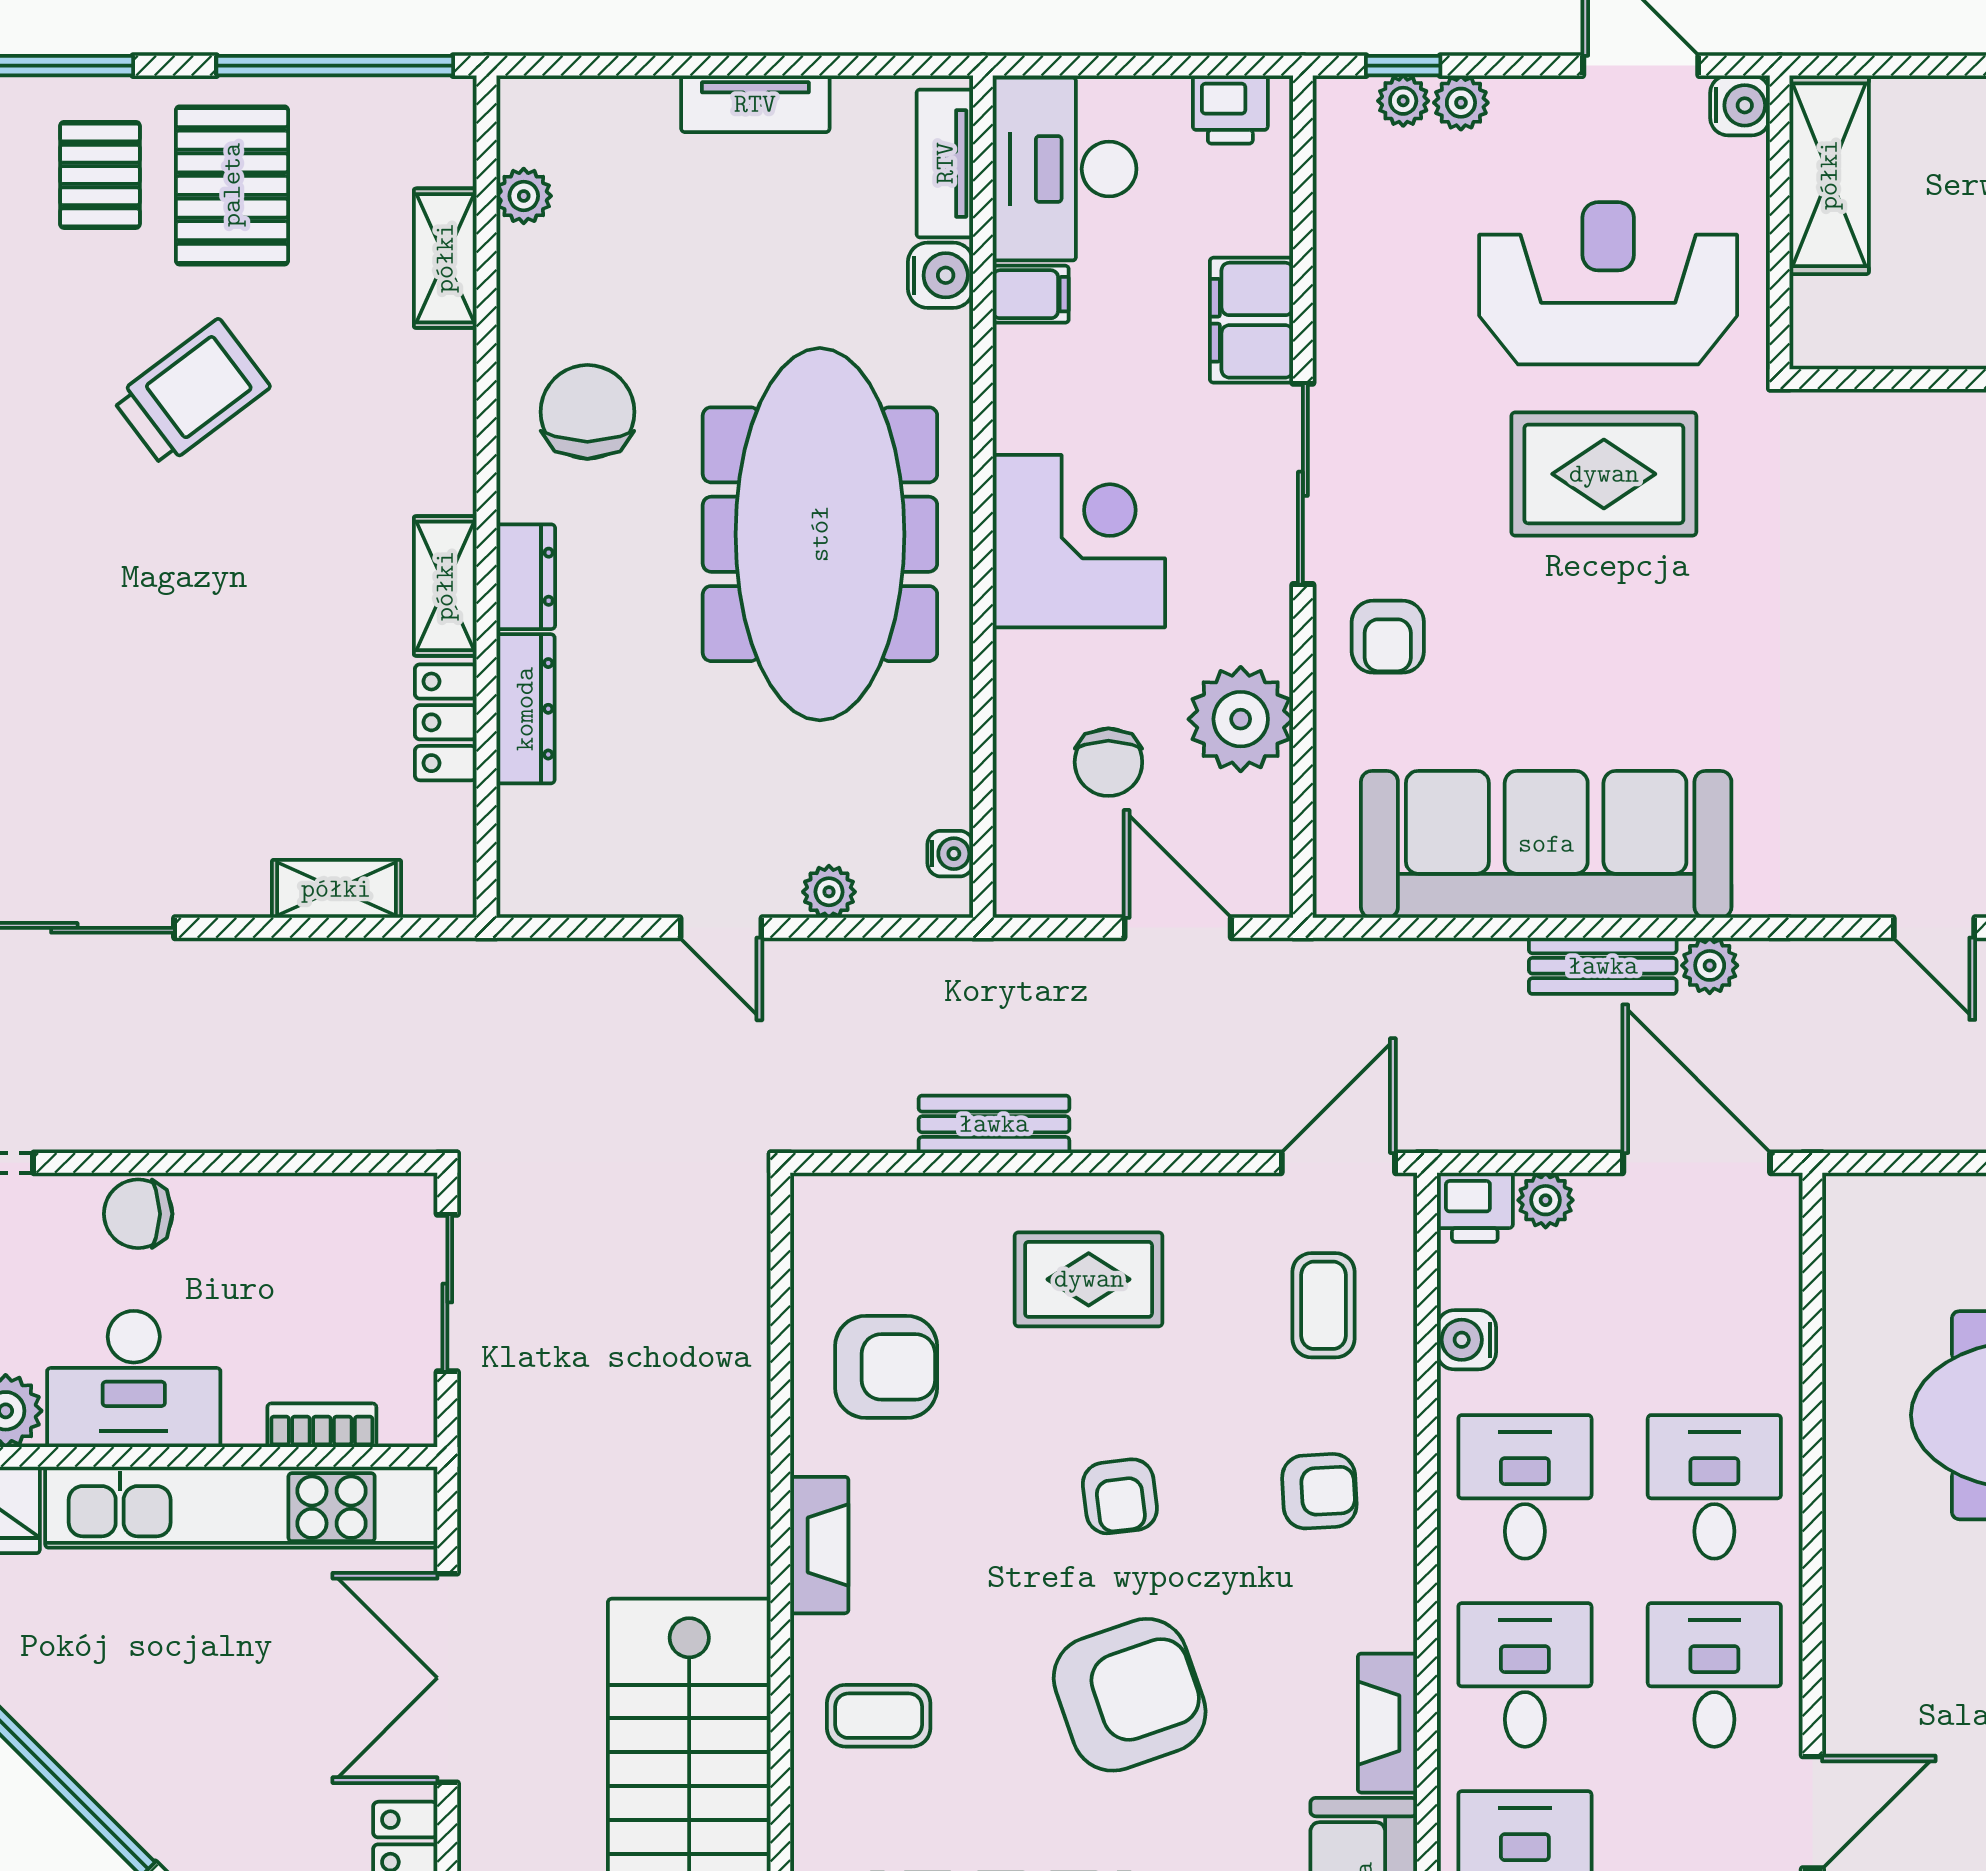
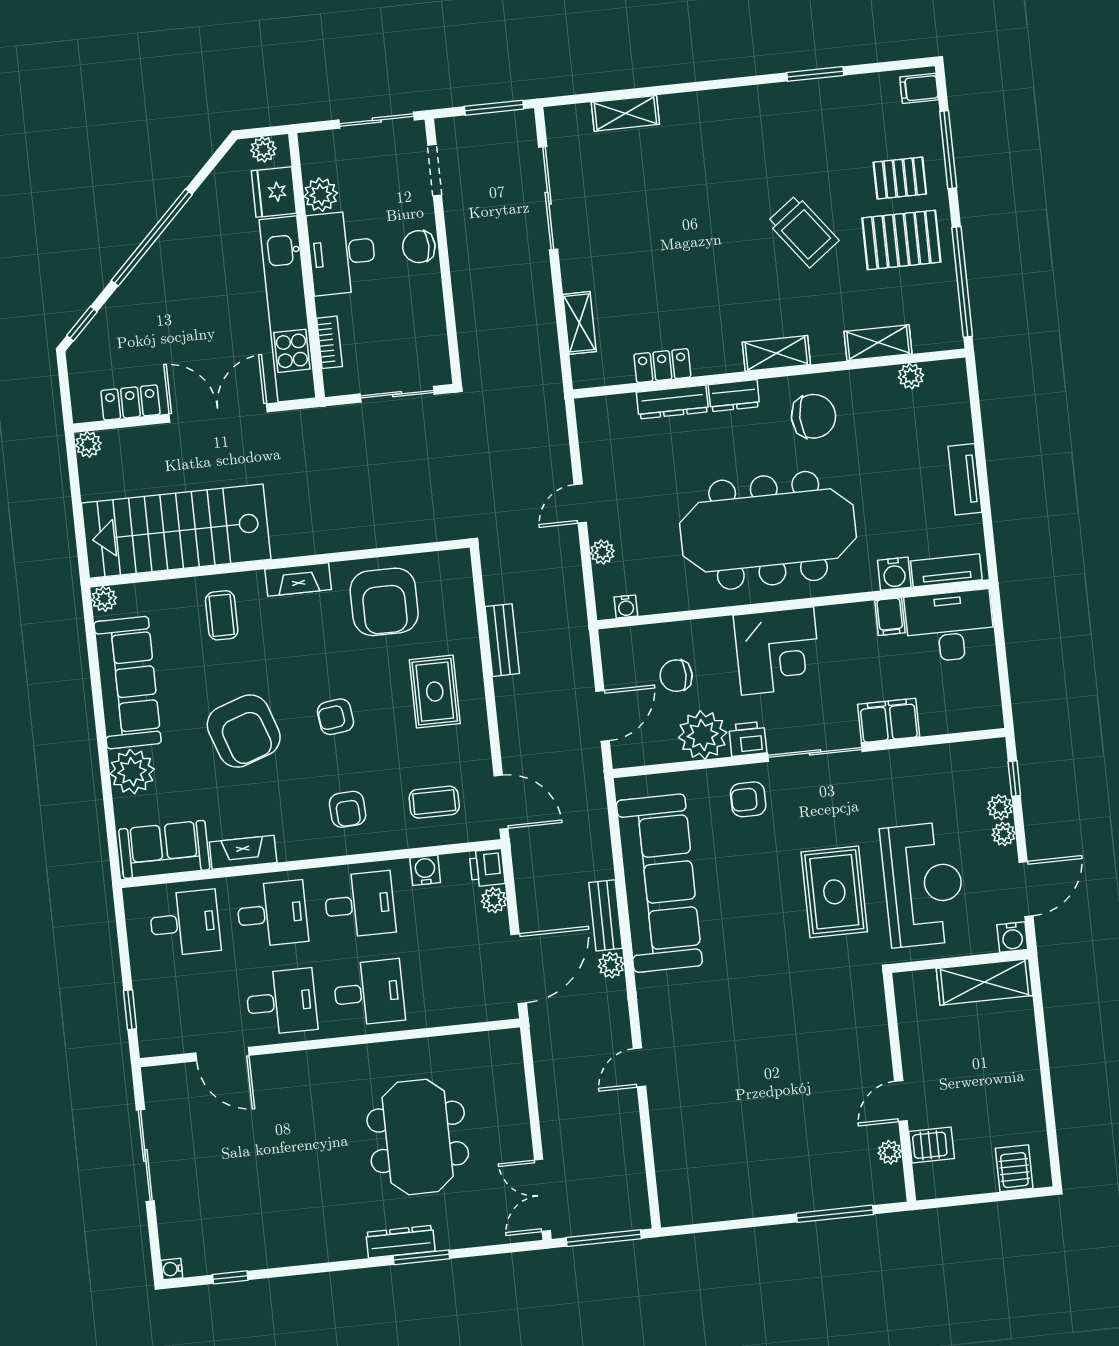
plant: (1403, 101) -> (1004, 834), moved
printer: (1230, 110) -> (748, 739), moved, turned 90
shelving: (445, 586) -> (776, 353), moved
chair: (138, 1214) -> (419, 247), turned -90
armchair: (886, 1367) -> (384, 602), width x1.36, depth x1.36

